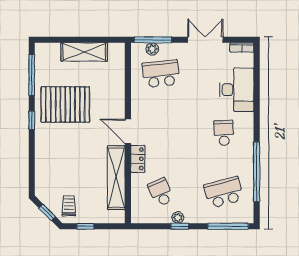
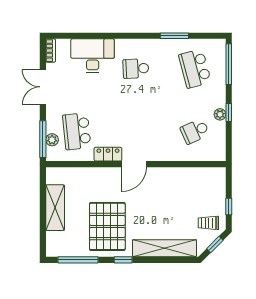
locker: (138, 159) -> (108, 154), moved
window: (257, 172) -> (174, 36), width x0.47
shelving: (116, 178) -> (164, 248), moved

